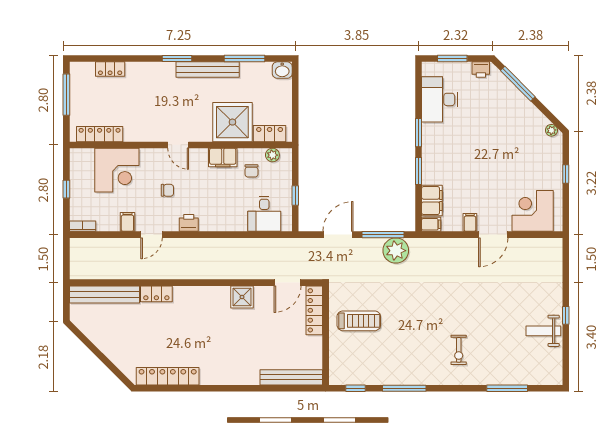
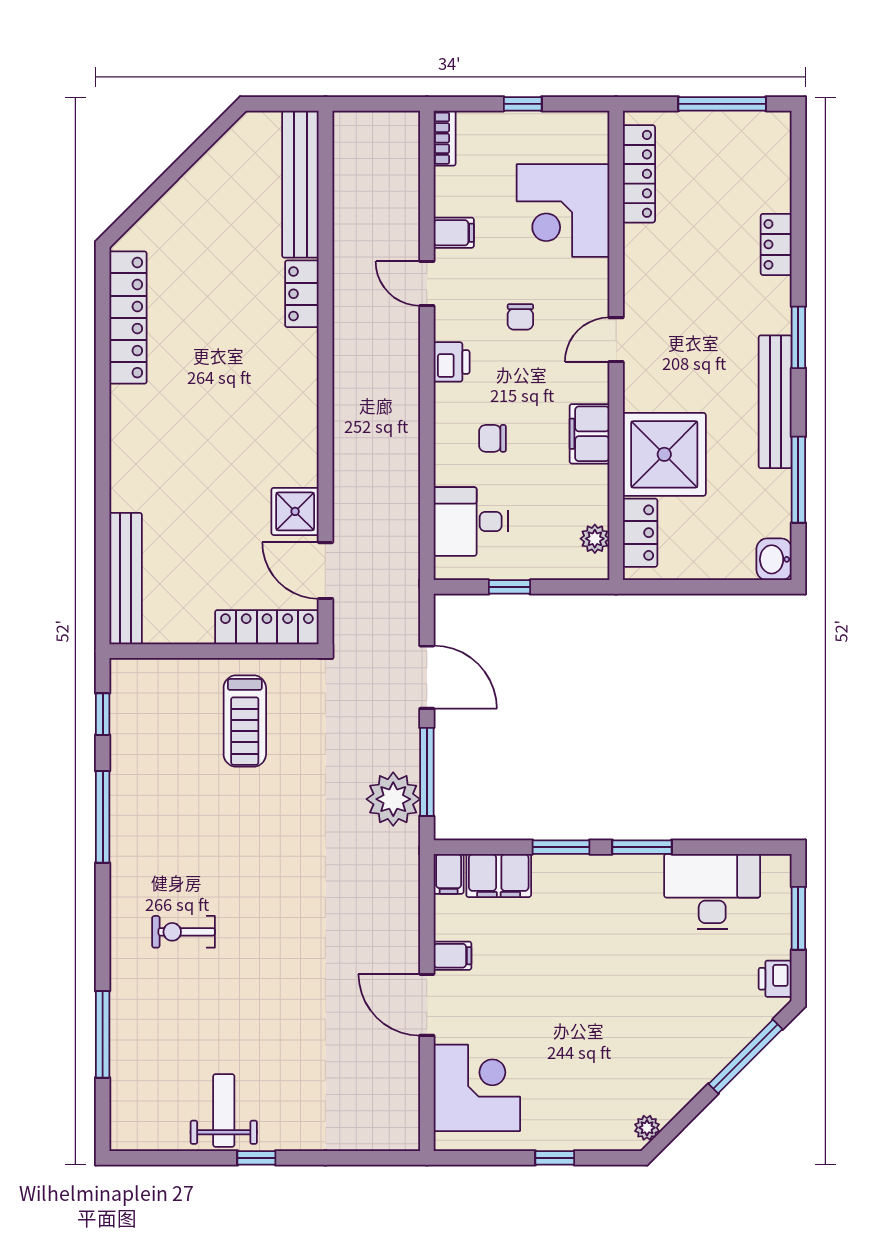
locker: (110, 69) -> (776, 244), moved
chair: (251, 171) -> (492, 438), moved
shower: (242, 297) -> (295, 511), moved

